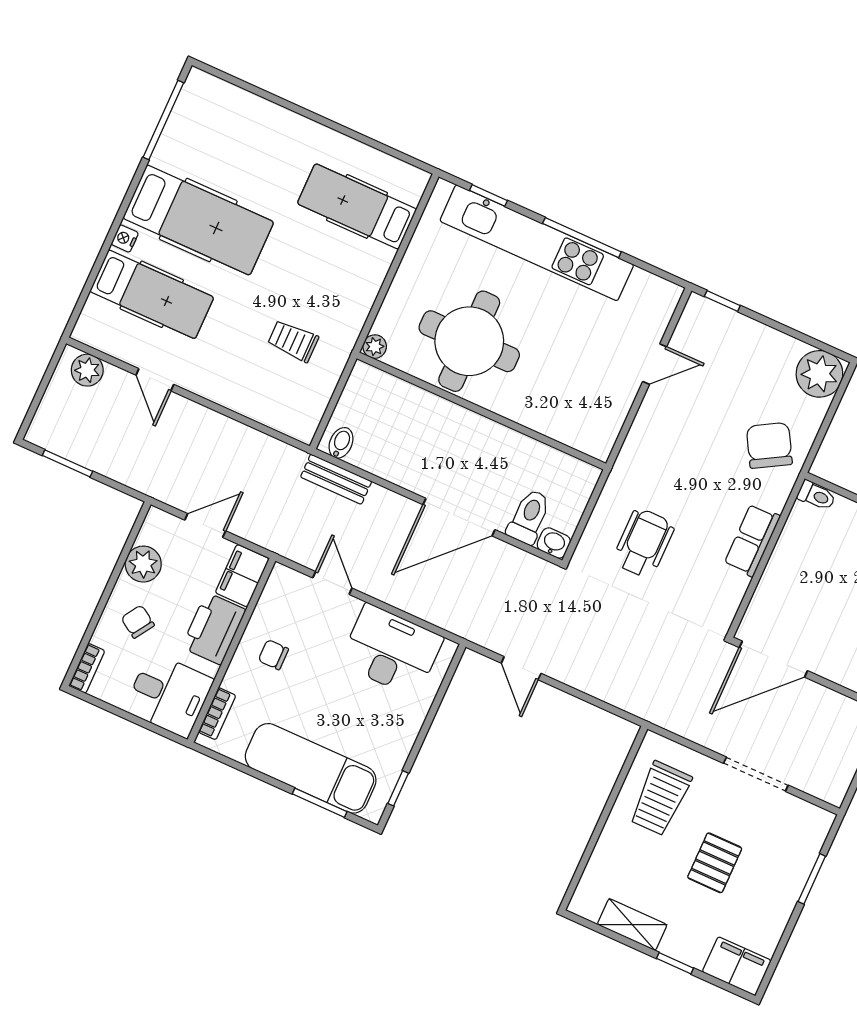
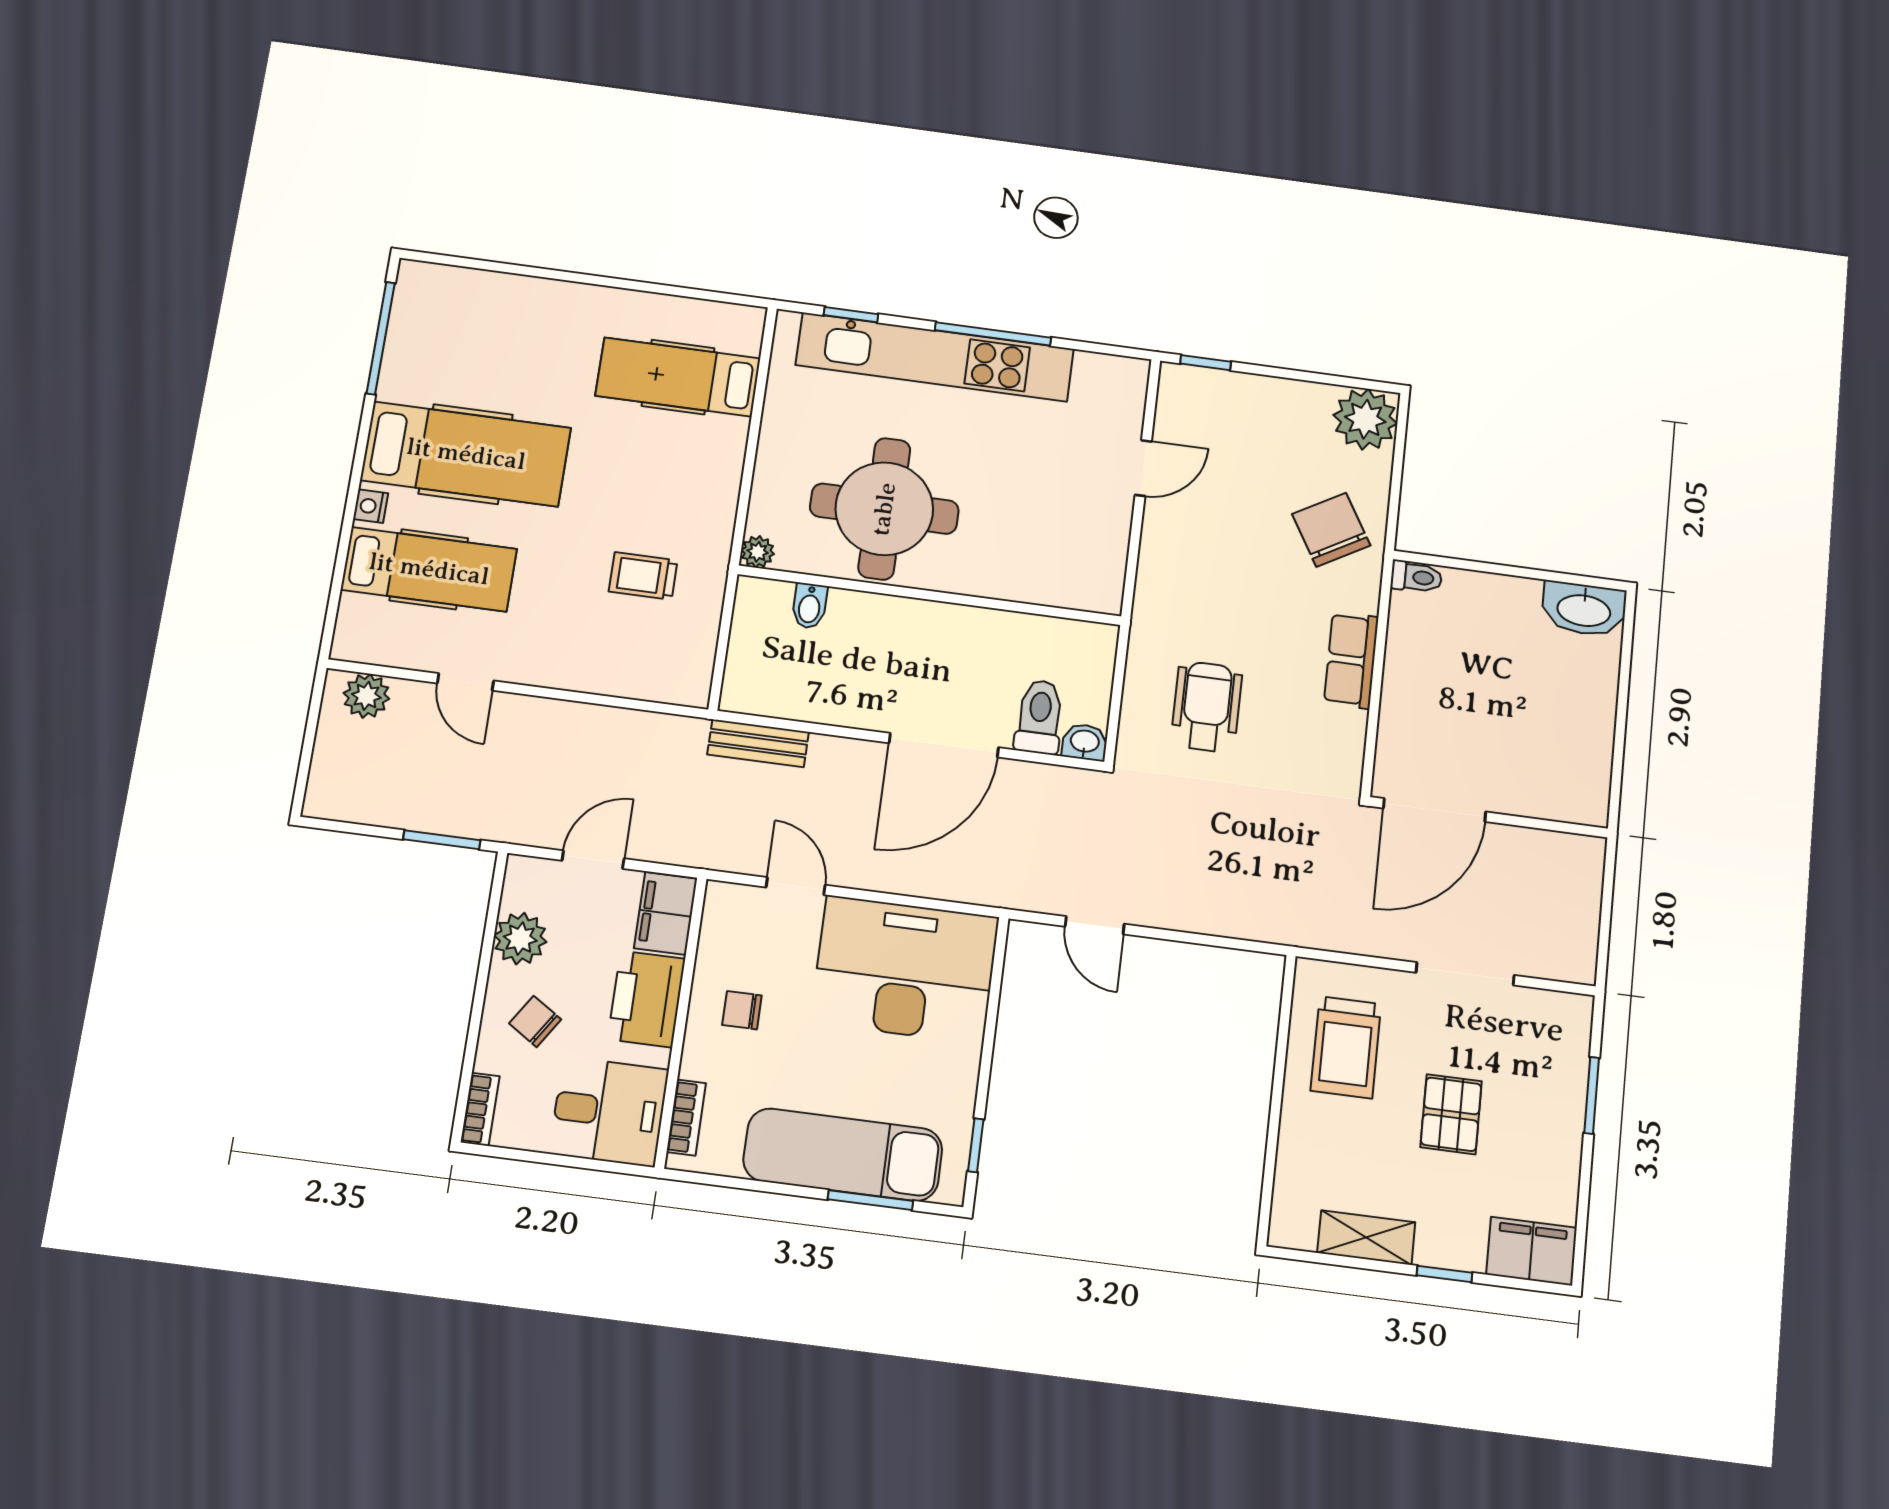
bidet: (341, 443) -> (810, 606), moved, turned 180
window: (67, 463) -> (442, 840), moved
desk: (391, 650) -> (905, 969), width x1.36, depth x1.30

